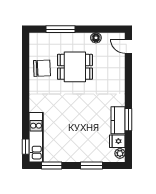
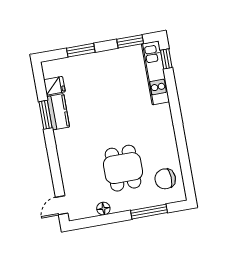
door: (128, 46) -> (62, 205), swing flipped
dining table: (75, 67) -> (123, 168), turned 90
chair: (42, 68) -> (165, 179), moved
plant: (120, 153) -> (48, 71), removed

